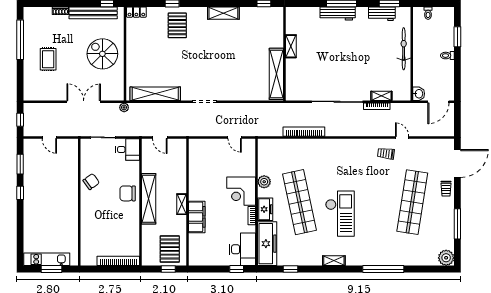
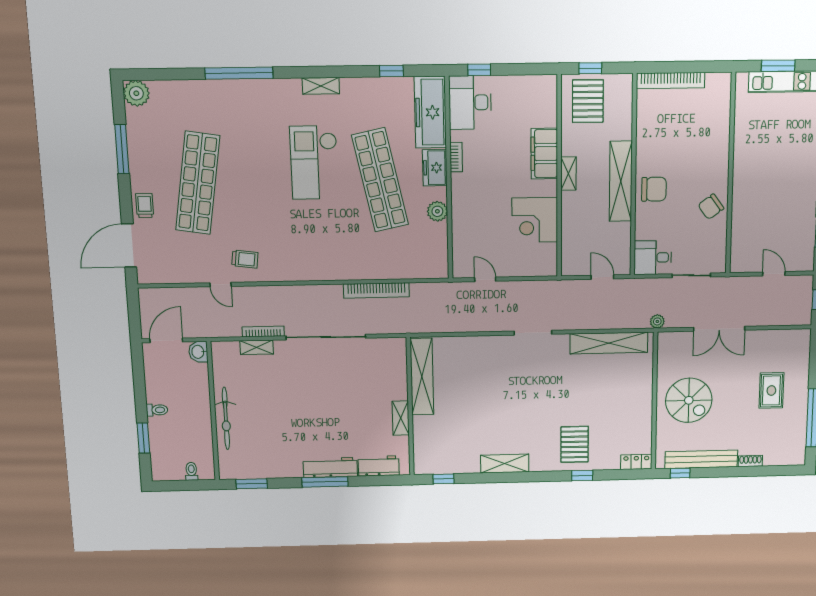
workbench: (382, 14) -> (379, 466), moved
corner desk: (241, 191) -> (535, 220), moved, turned 180

